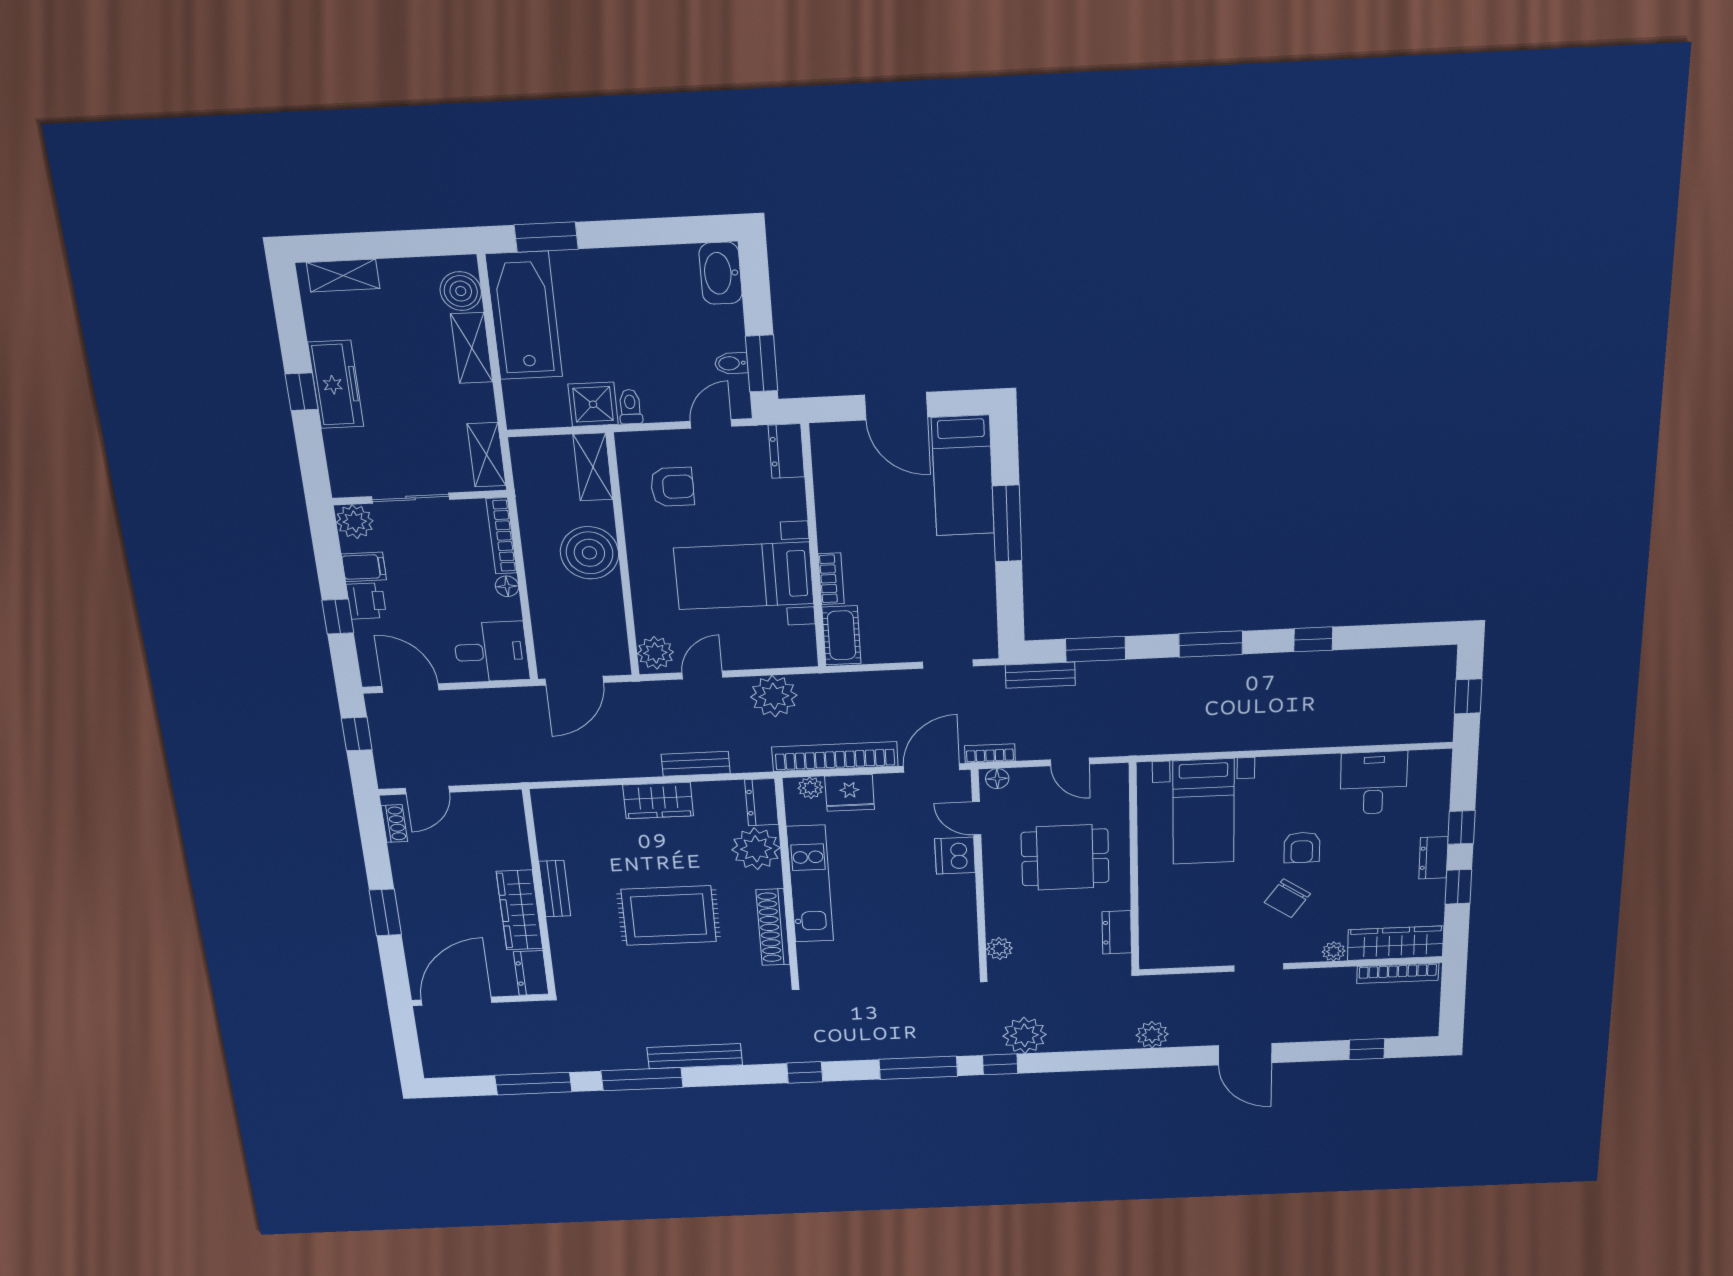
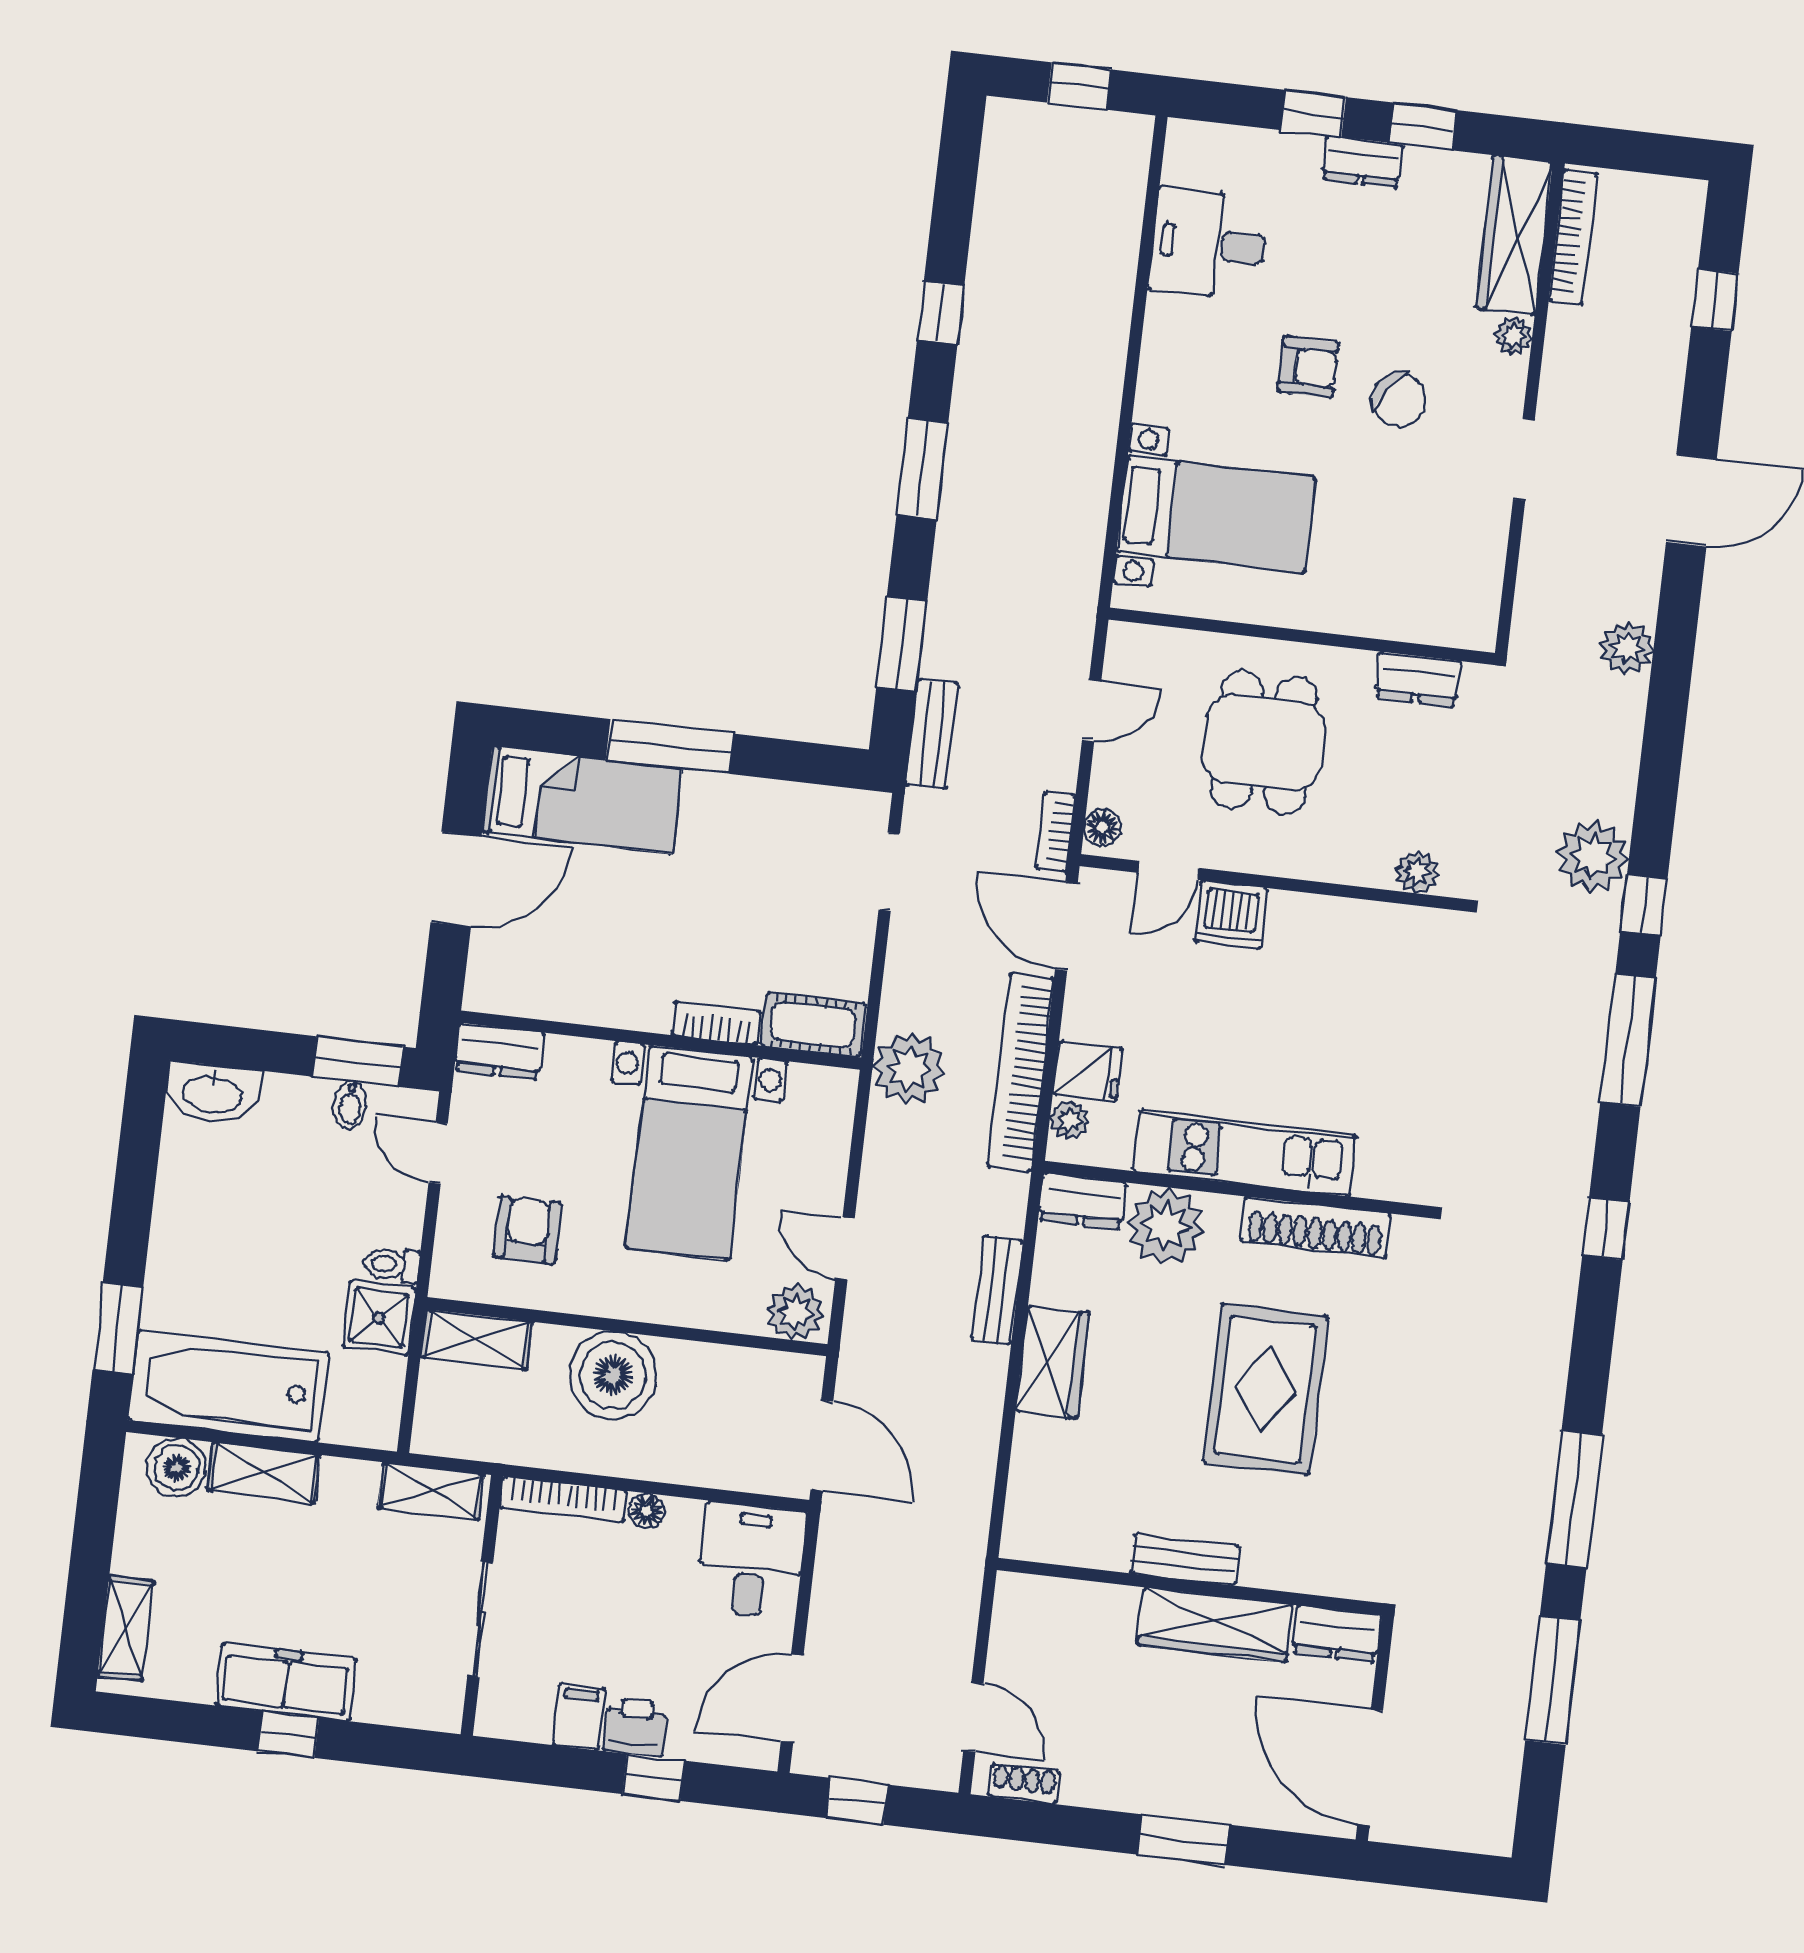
plant: (355, 522) -> (504, 1711), removed
plant: (774, 696) -> (909, 1069), moved
fridge: (850, 793) -> (1088, 1071), width x0.72
bench: (695, 1056) -> (1543, 1403), removed

